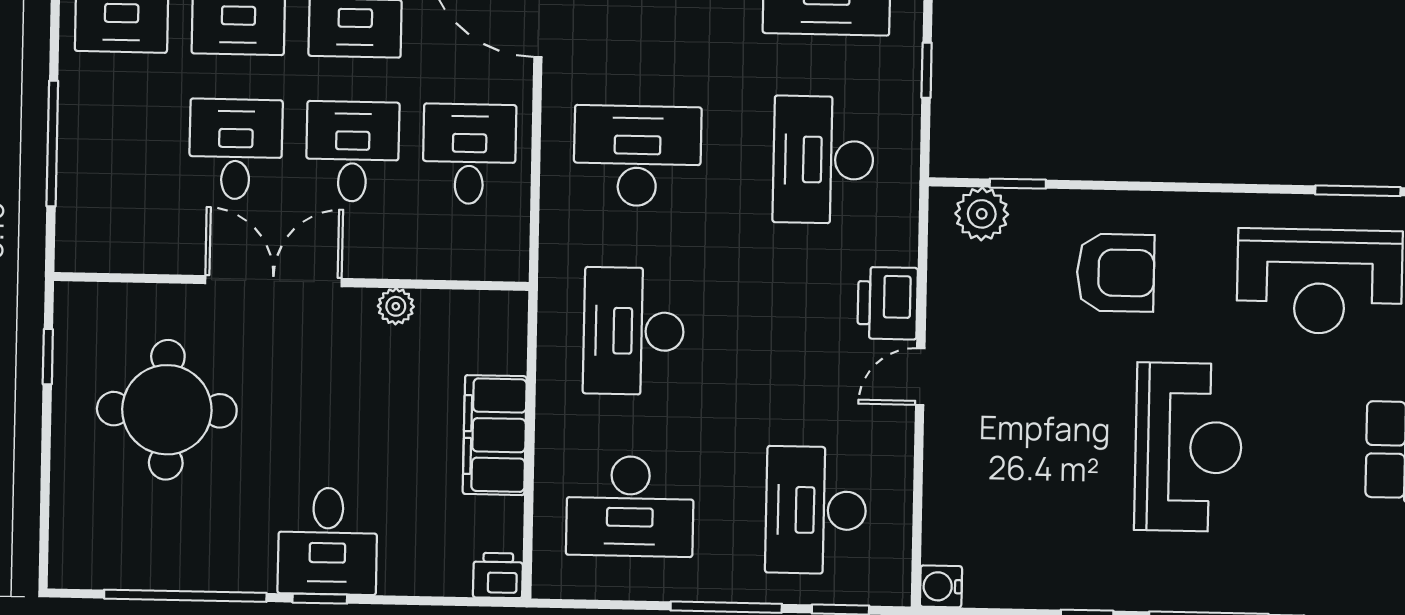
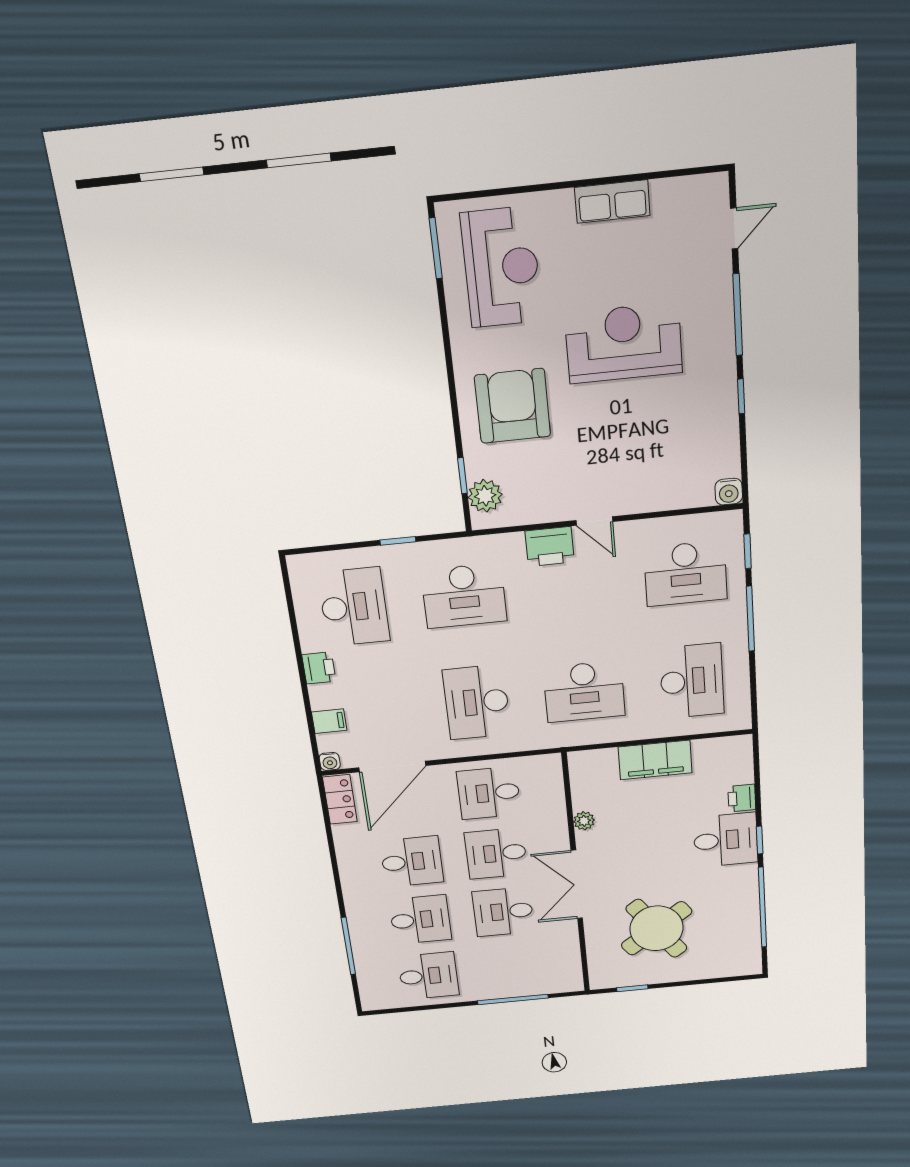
armchair: (1115, 273) -> (513, 406), width x1.36, depth x1.36
round table: (167, 410) -> (656, 928), turned -35
printer: (498, 575) -> (742, 798), moved

